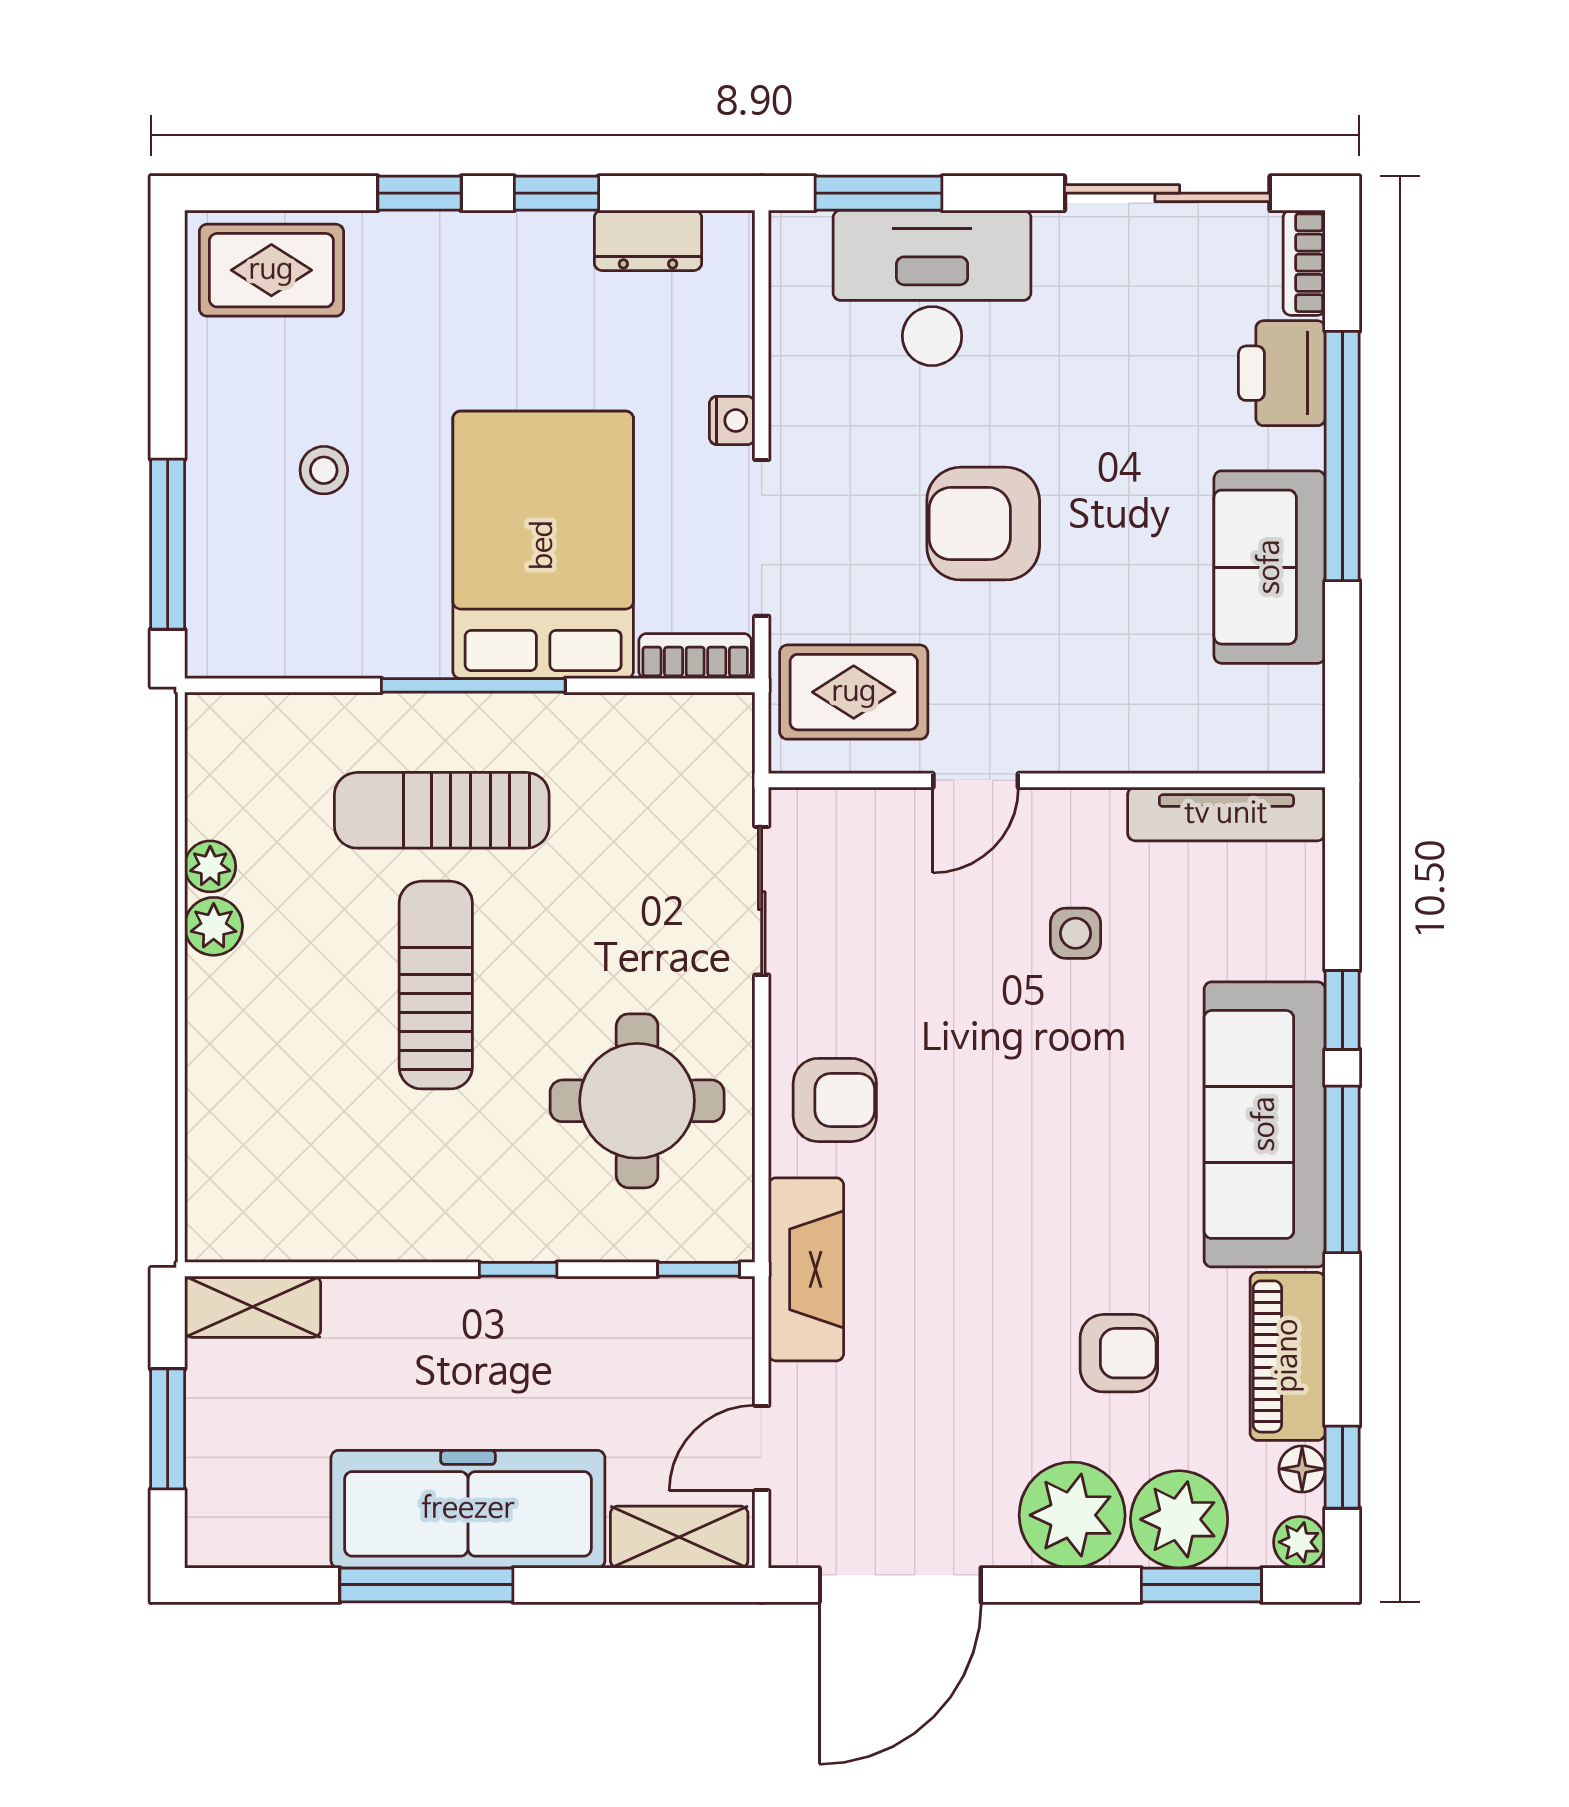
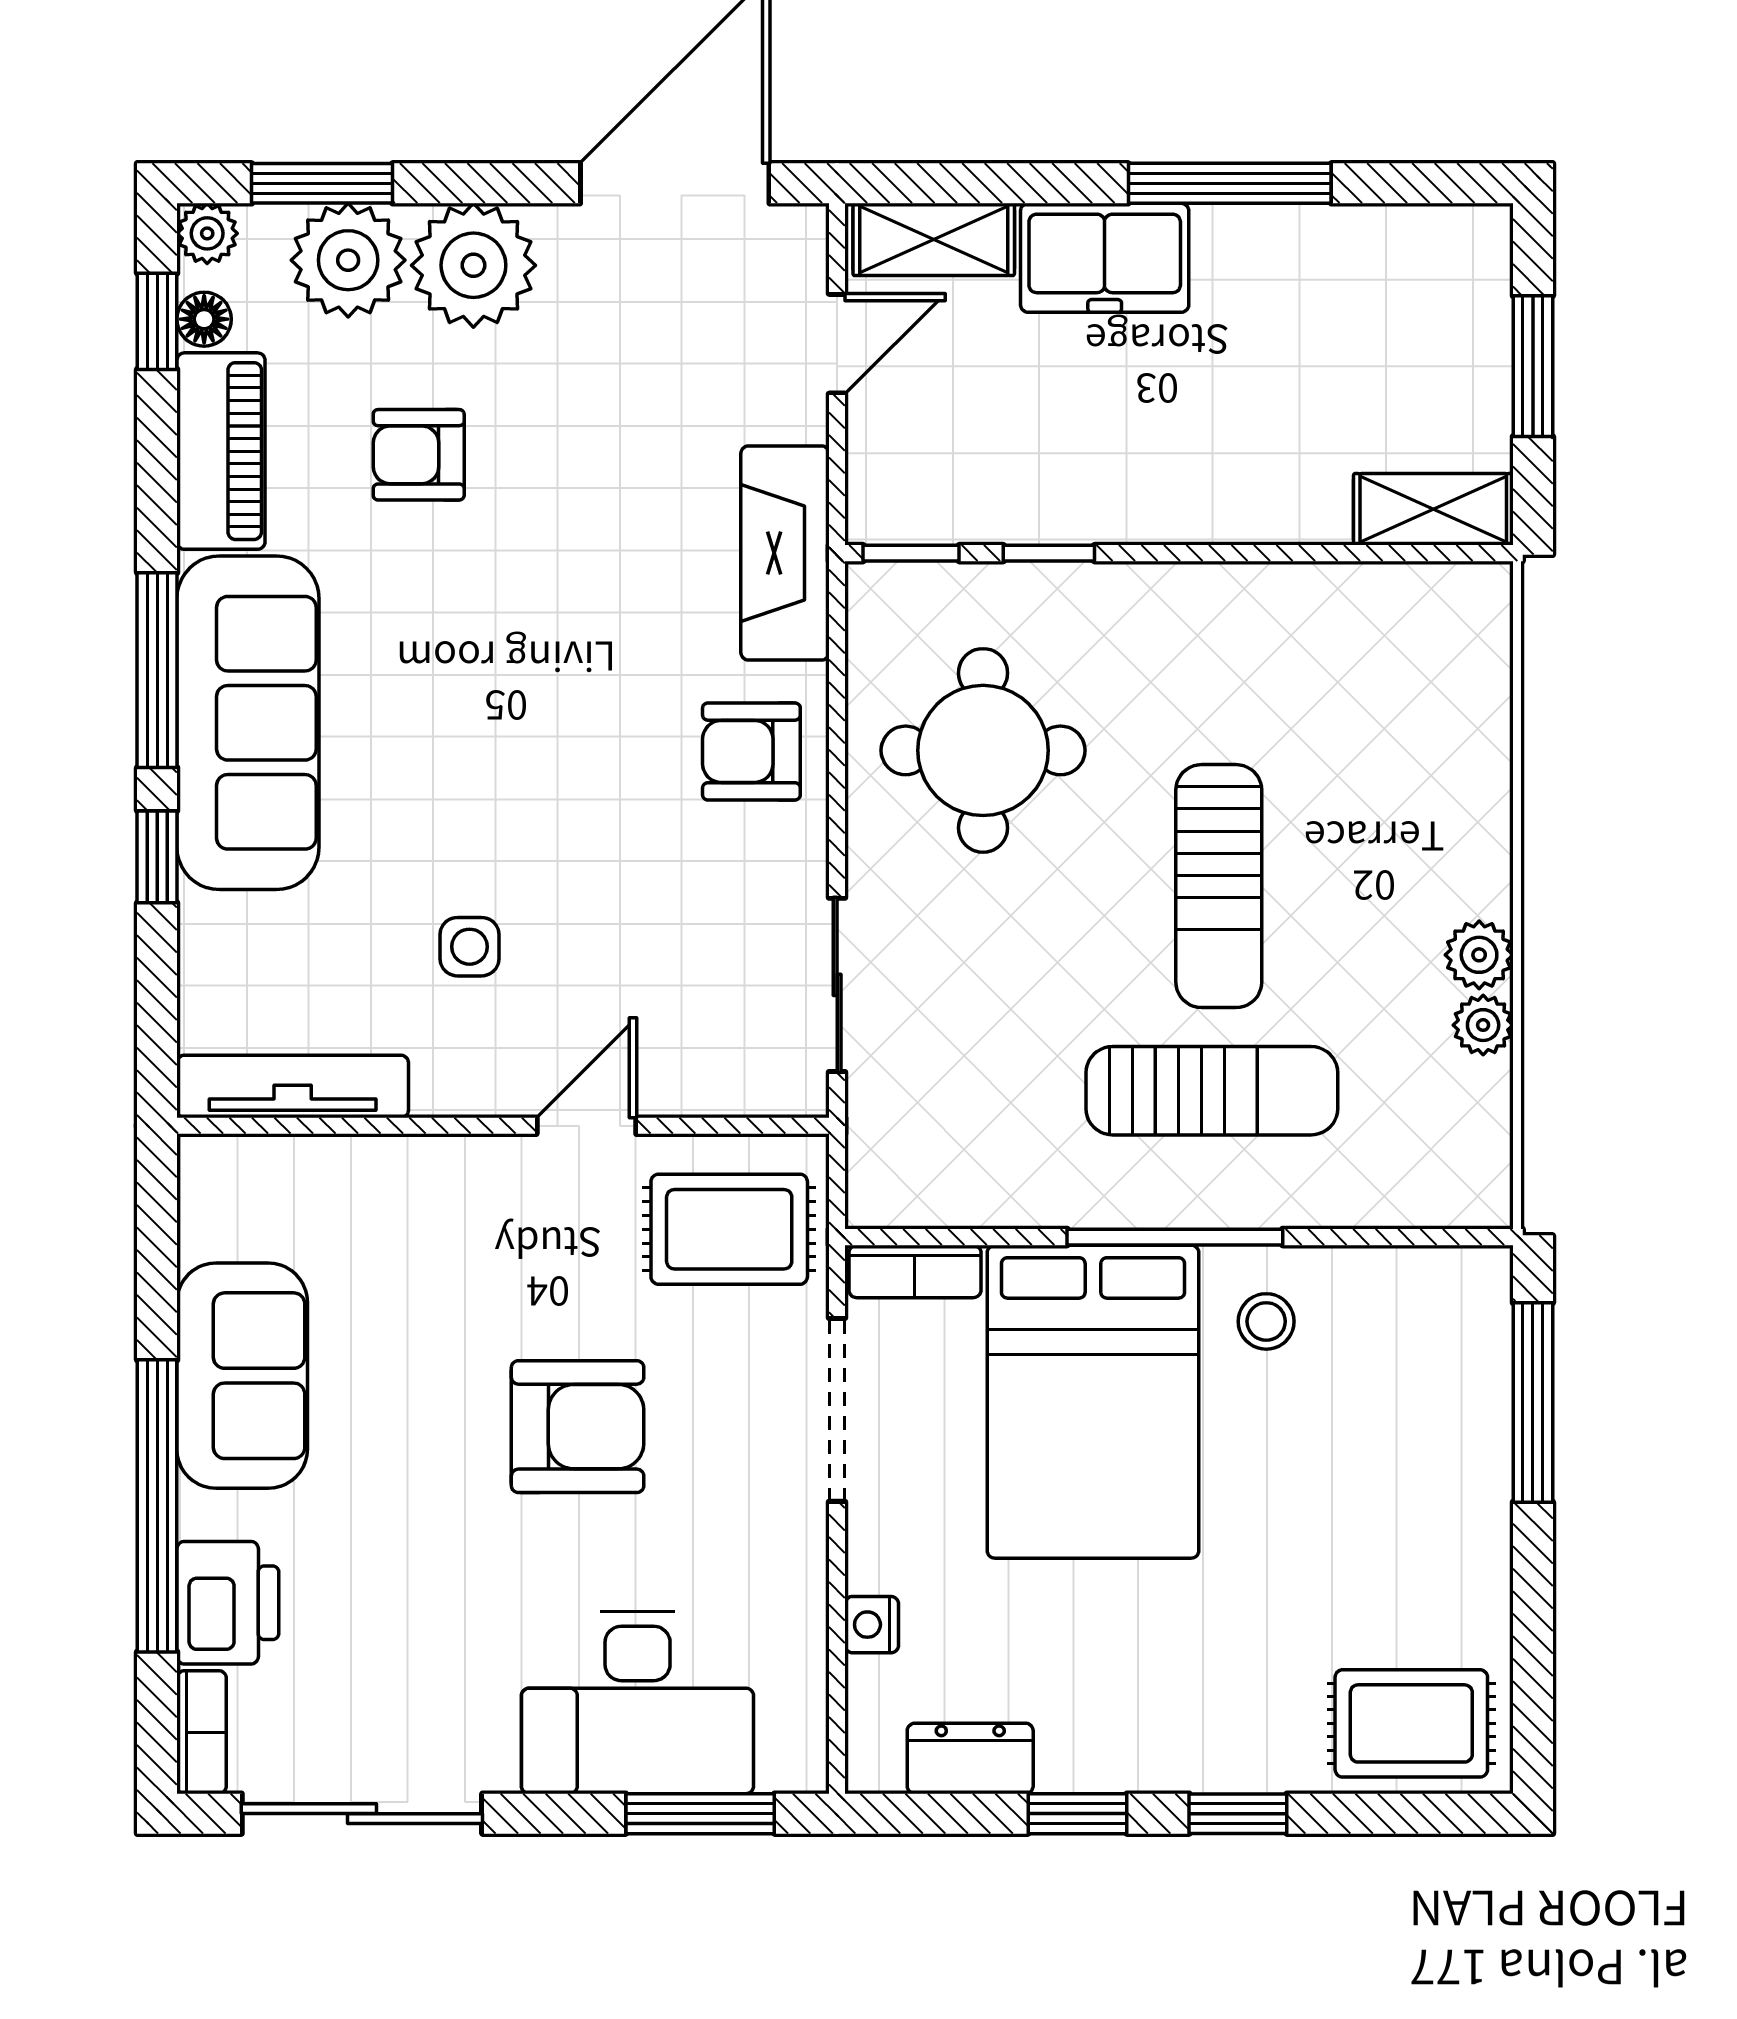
nightstand: (732, 421) -> (872, 1625), moved
stool: (324, 470) -> (1266, 1321), moved
window: (518, 1269) -> (1049, 553), moved
freezer: (468, 1509) -> (1105, 258), width x0.52, depth x0.79

